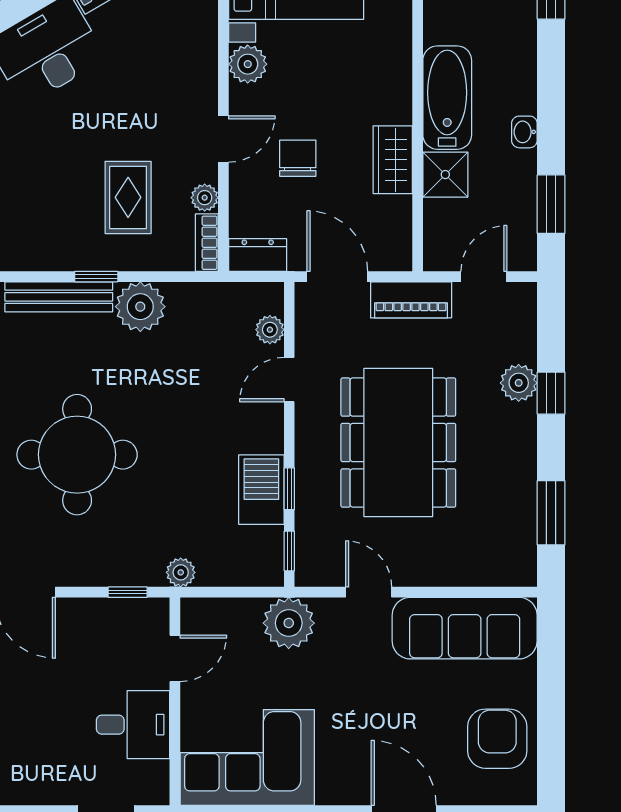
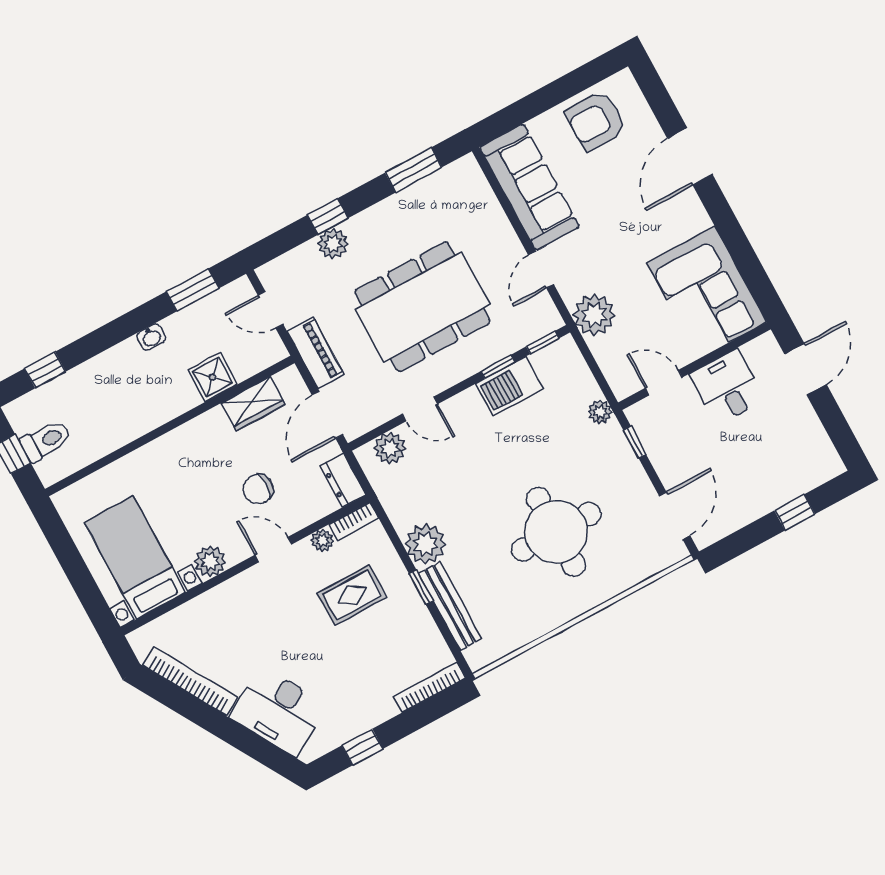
bathtub: (447, 98) -> (157, 406), removed
wardrobe: (393, 160) -> (253, 404), moved
plant: (270, 330) -> (390, 448), width x1.38, depth x1.38

